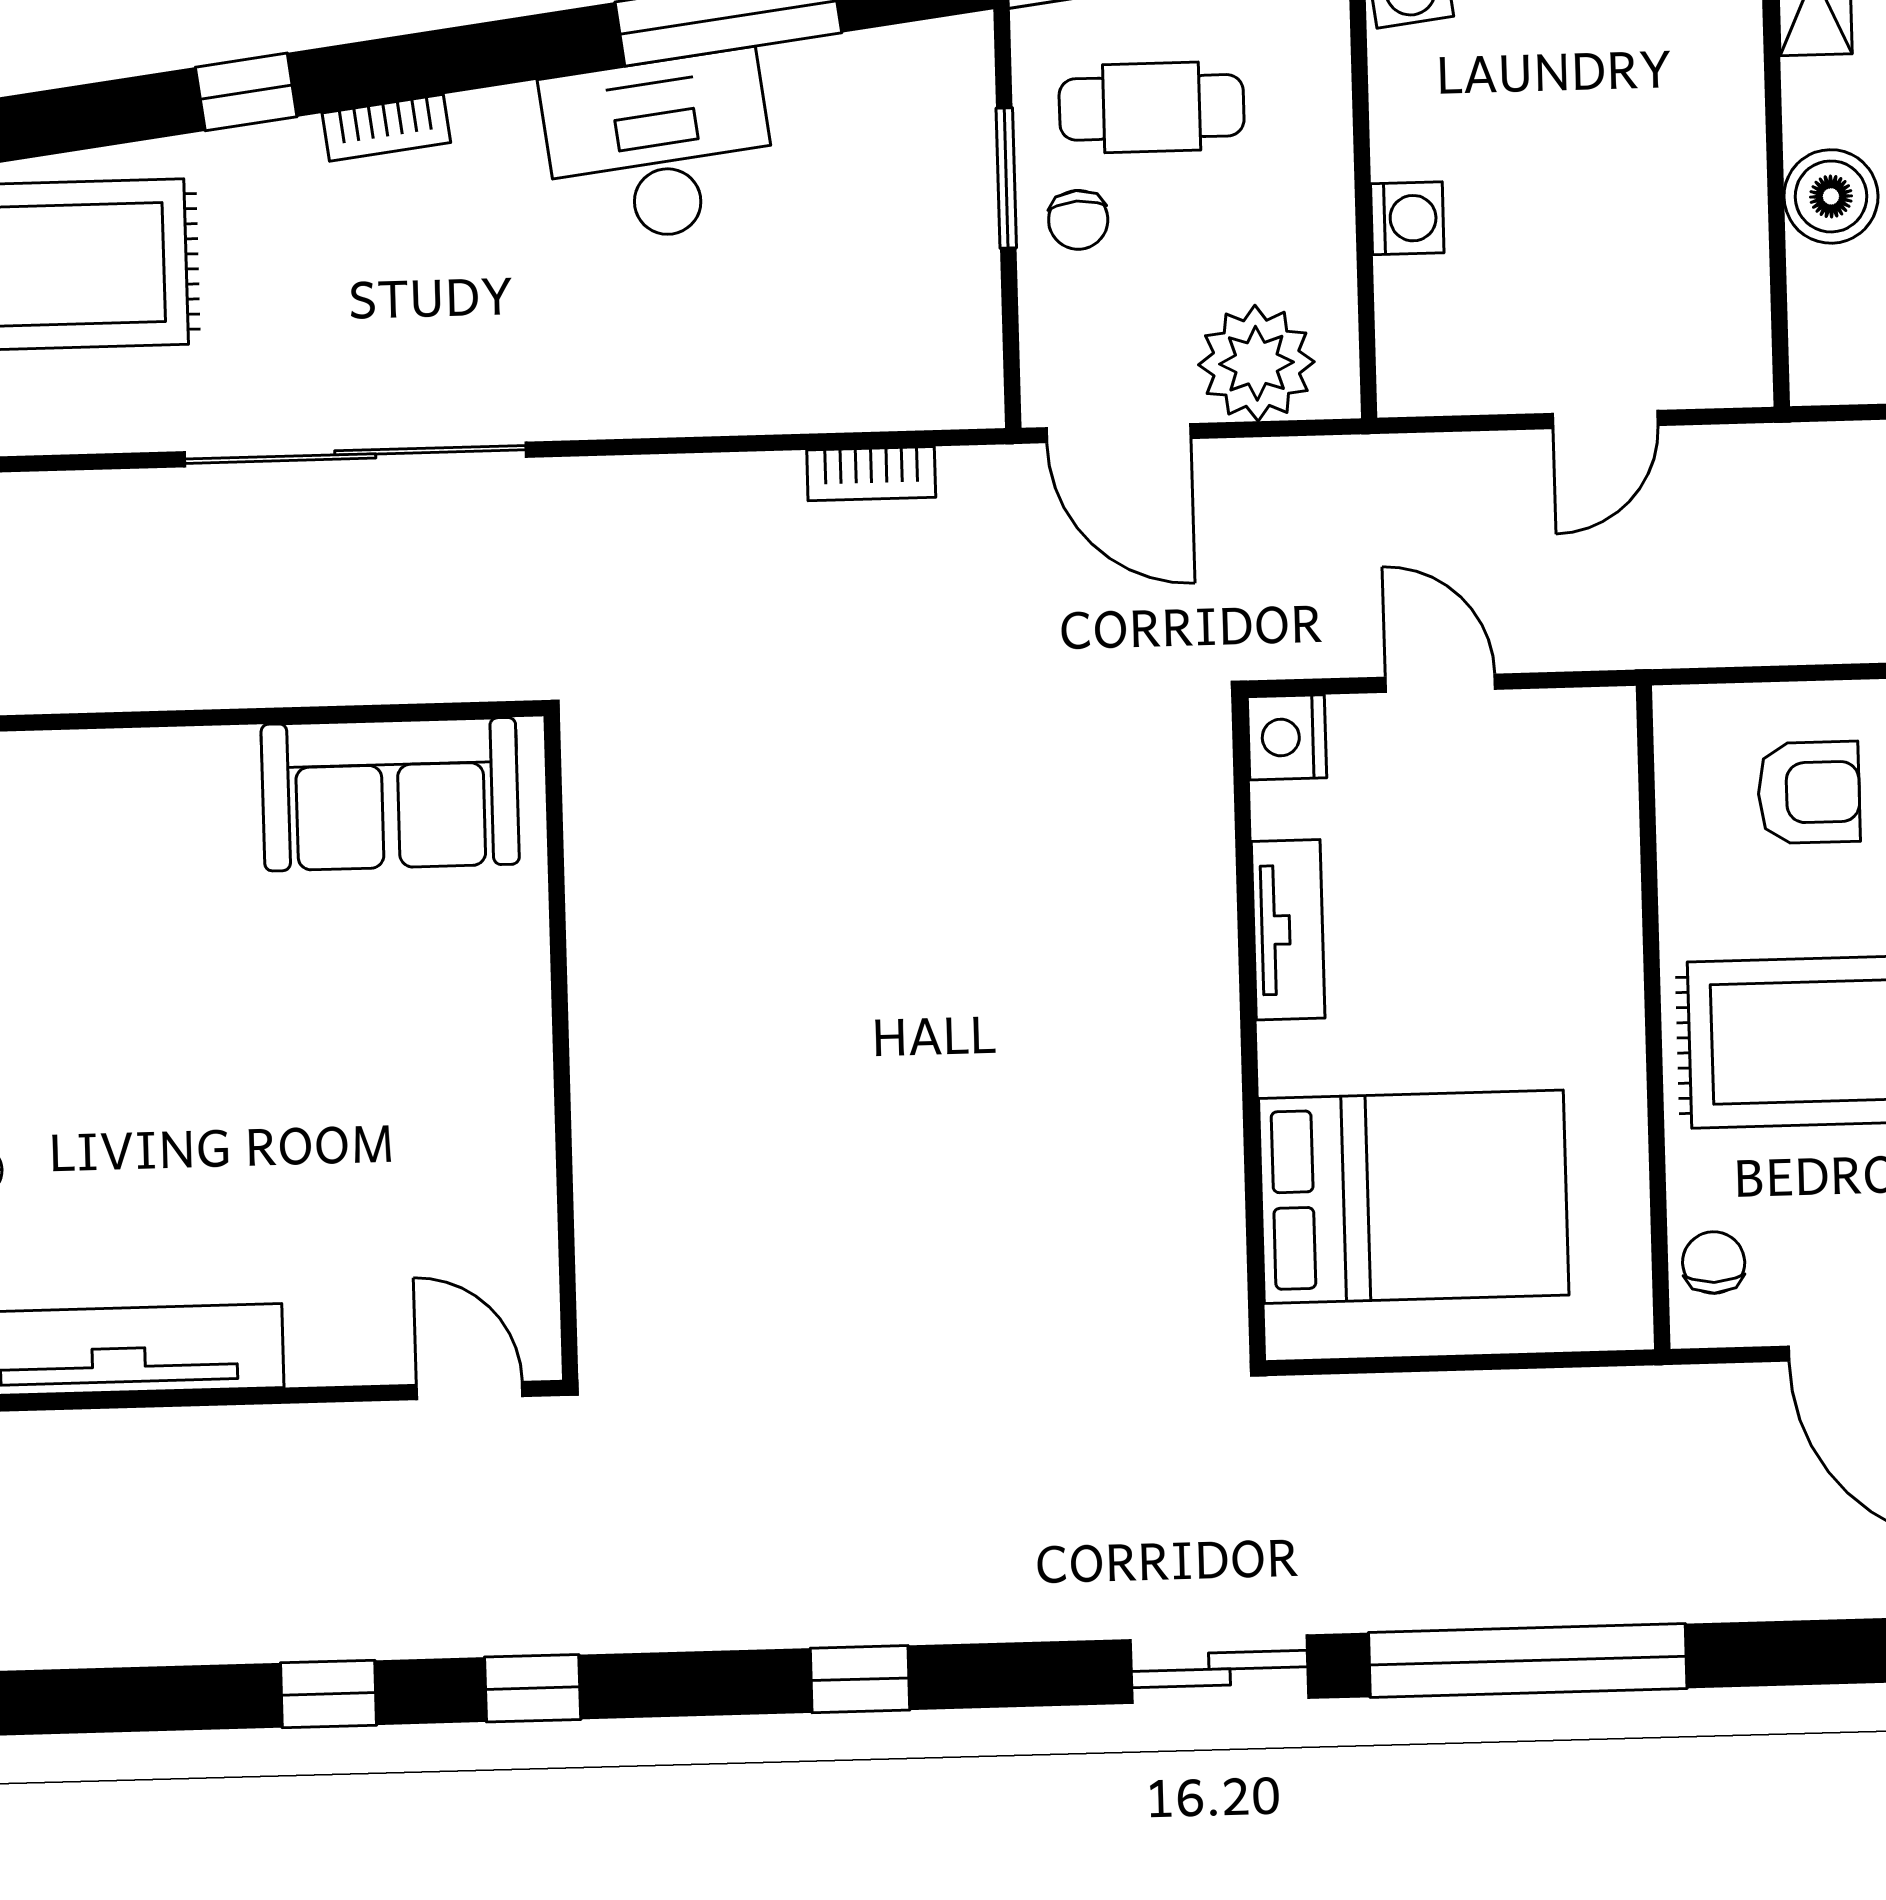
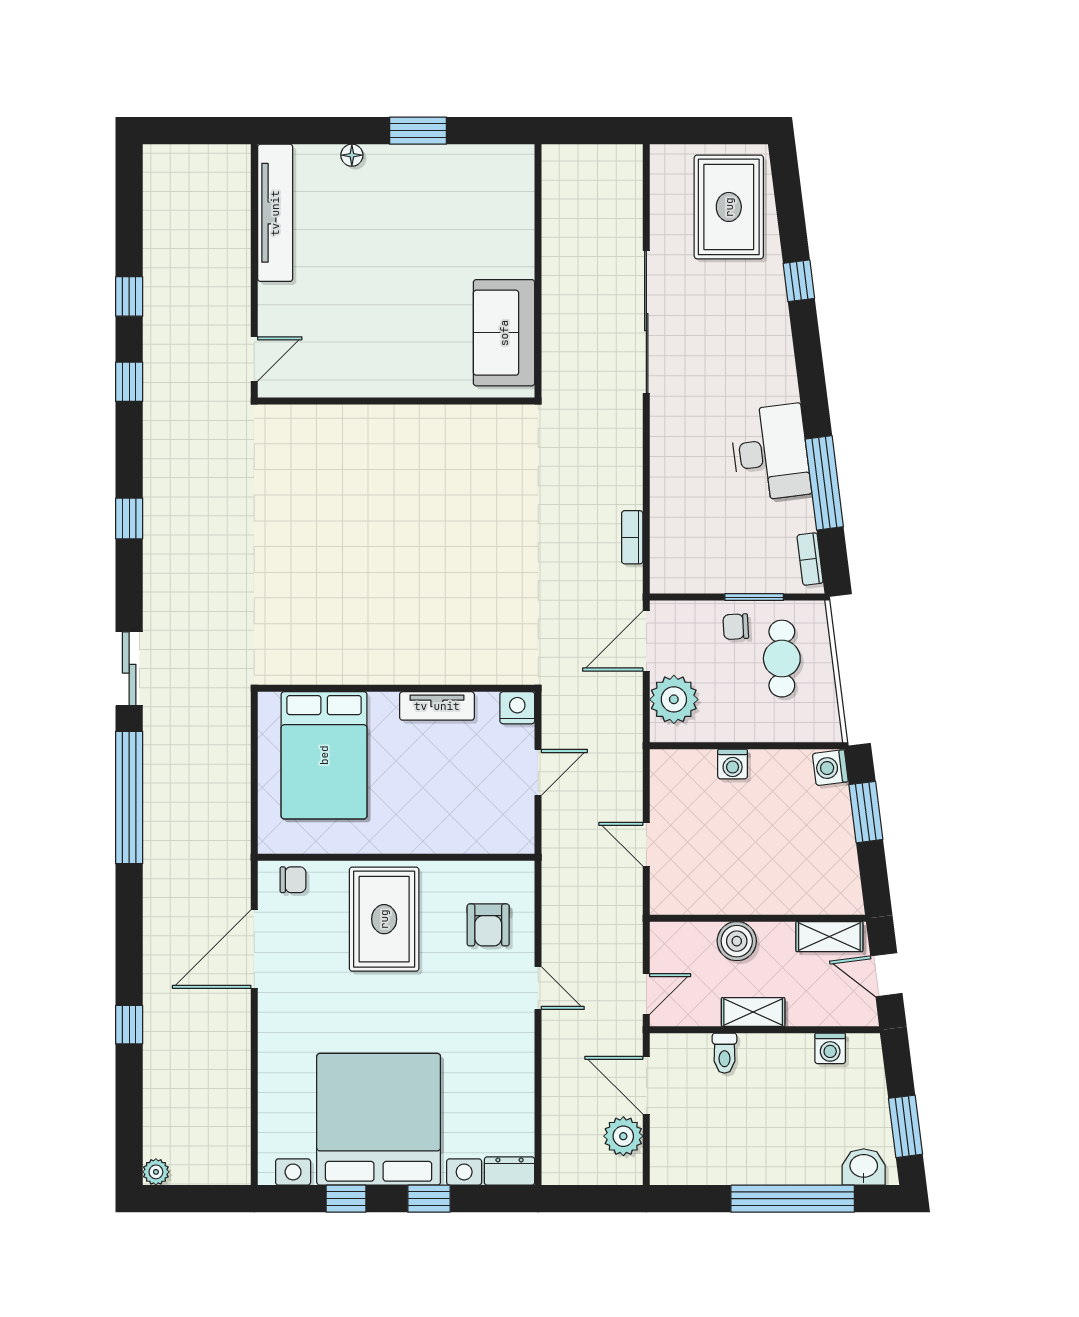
bookcase: (386, 128) -> (810, 559), moved

